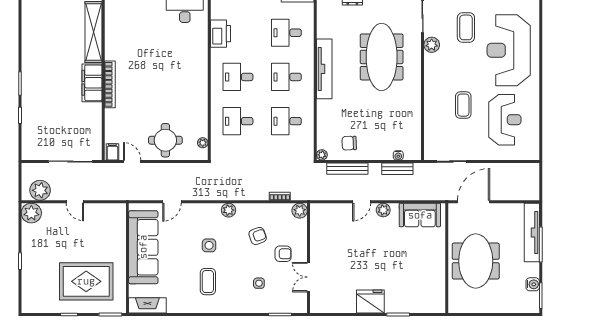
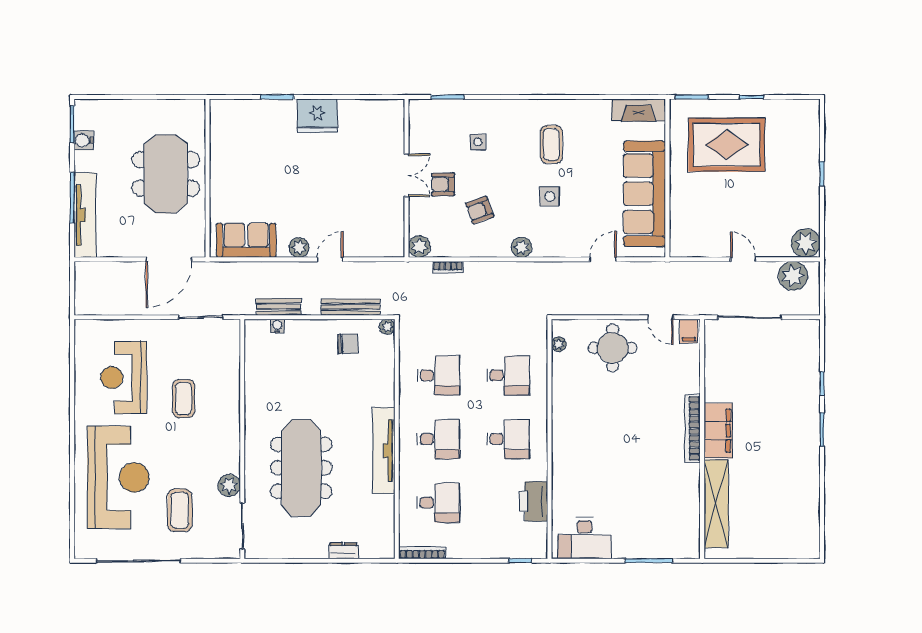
double door: (309, 277) -> (406, 175), moved

